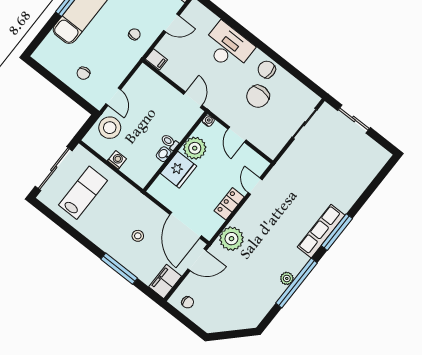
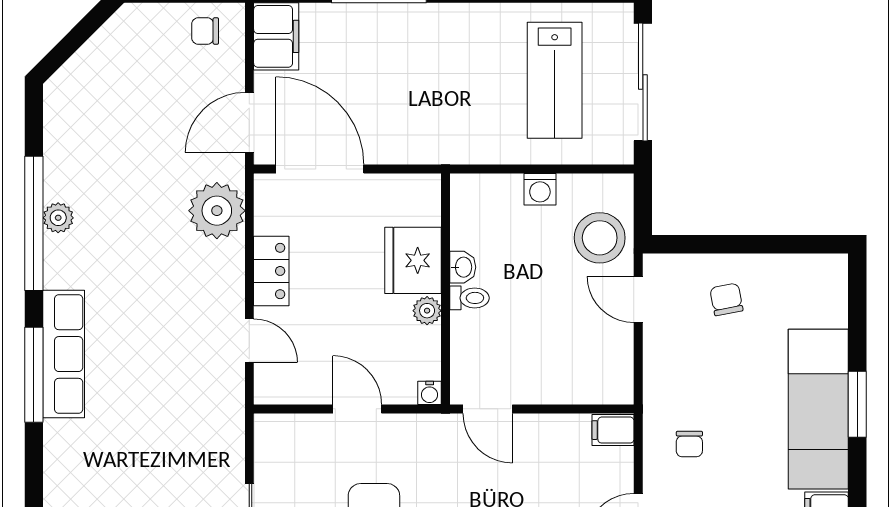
plant: (195, 148) -> (427, 311), width x0.53, depth x0.53
stool: (138, 236) -> (392, 80), removed

